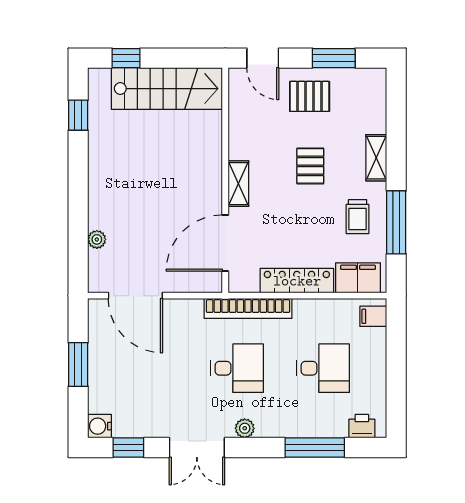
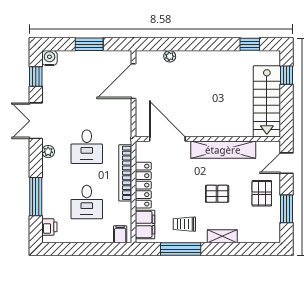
shelving: (238, 184) -> (223, 150), width x2.20, depth x1.33
bookcase: (248, 308) -> (125, 173), moved

